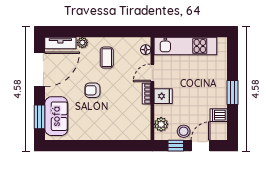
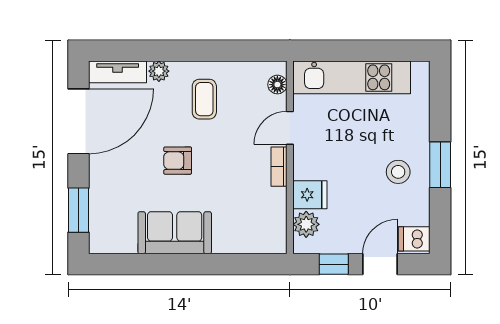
fridge: (163, 96) -> (310, 195), moved
dishwasher: (219, 115) -> (414, 239), moved
sofa: (56, 116) -> (175, 233), moved, turned -90
stool: (184, 131) -> (398, 172), moved

